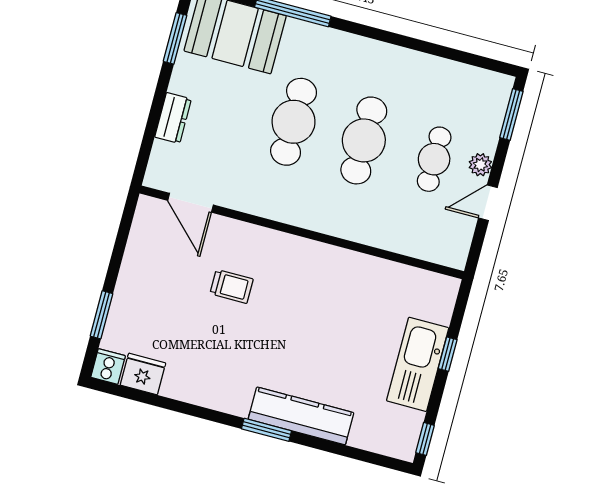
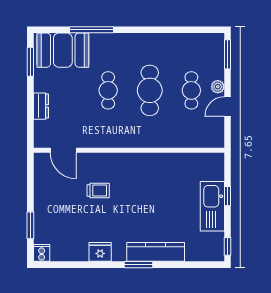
cafe table: (294, 122) -> (108, 90), width x0.73, depth x0.74
fridge: (143, 374) -> (100, 252), moved

